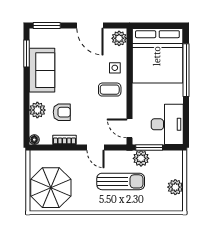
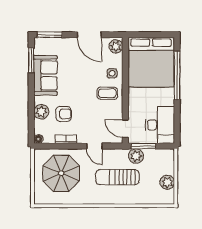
sun lounger: (121, 181) -> (117, 177), turned 180
parasol: (51, 188) -> (61, 173), moved

